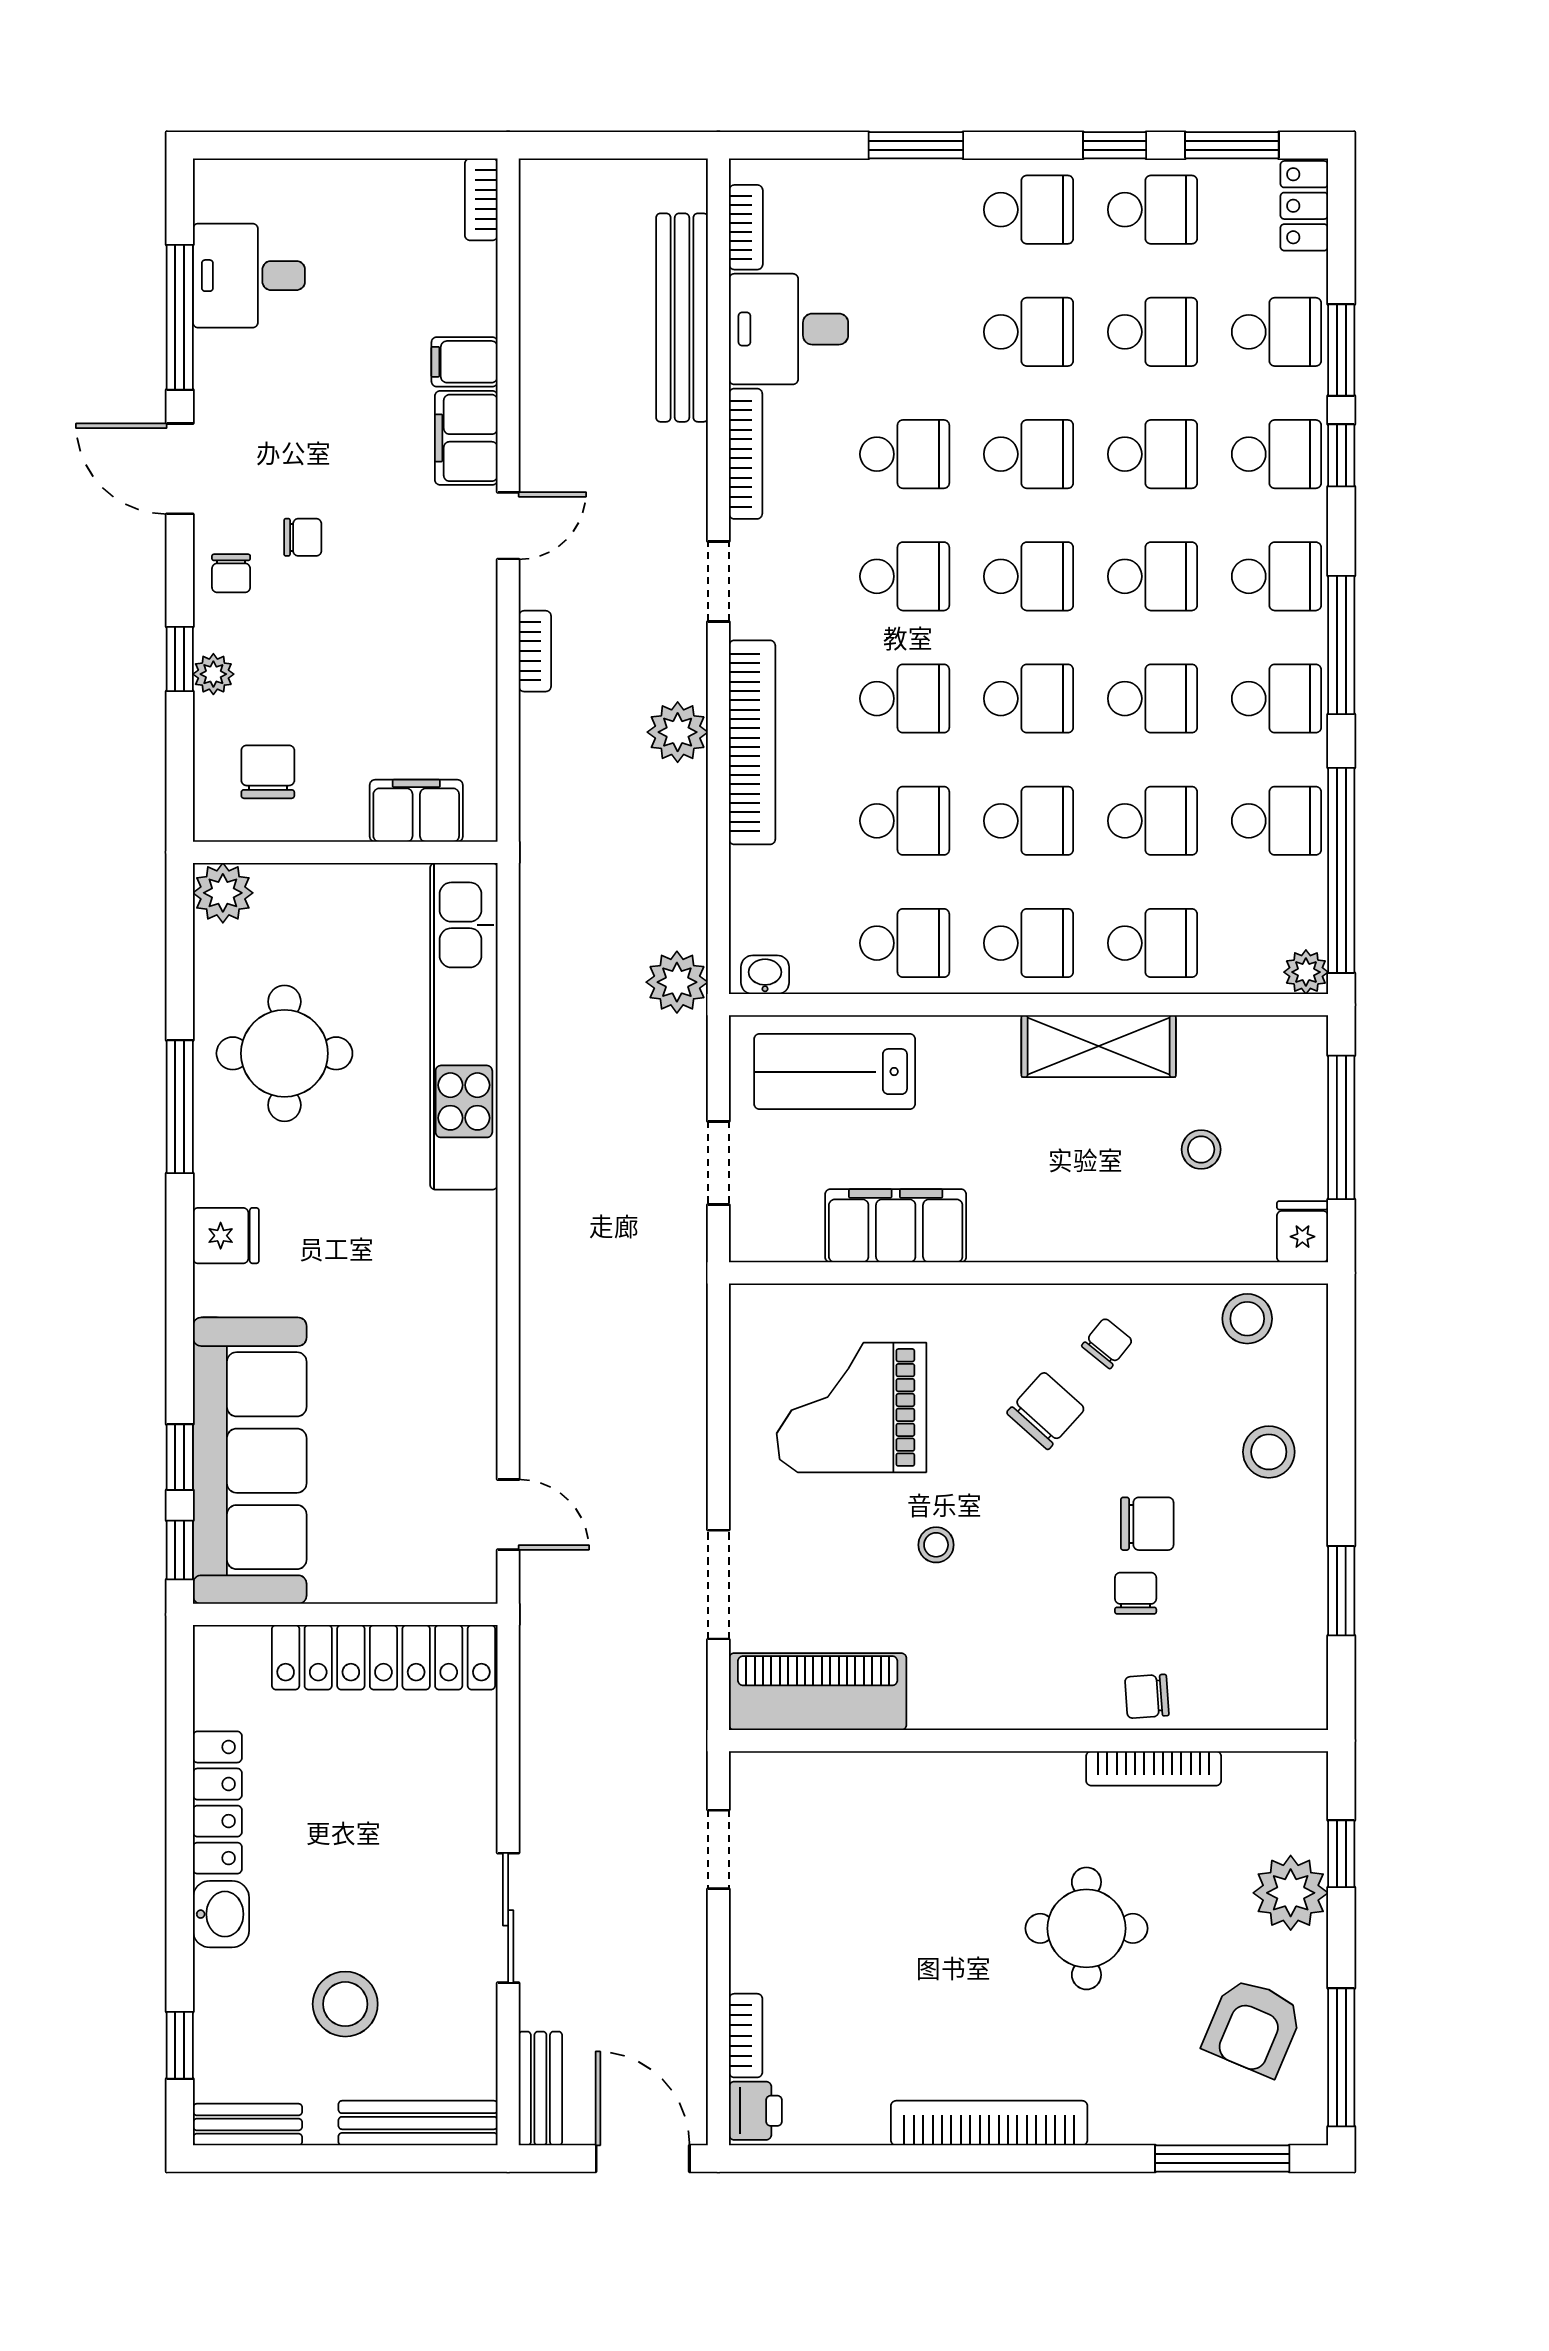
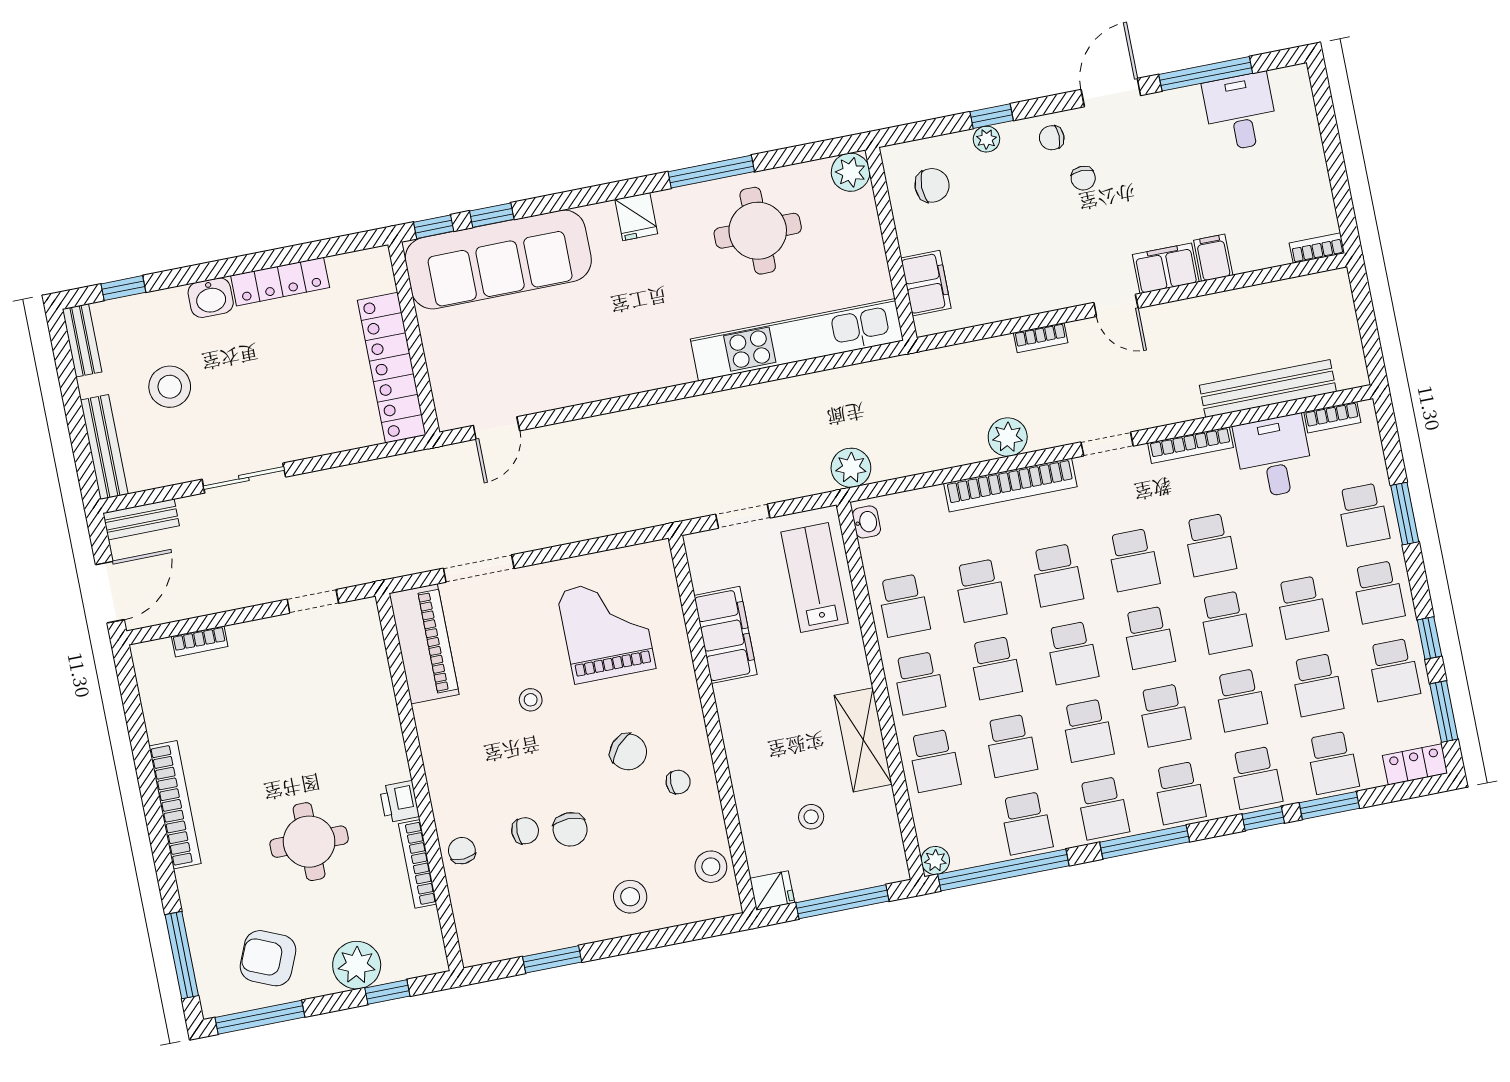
school desk: (905, 210) -> (1363, 515), added
chair: (1107, 1343) -> (678, 782), turned -39
printer: (755, 2111) -> (399, 802), moved, turned 90

